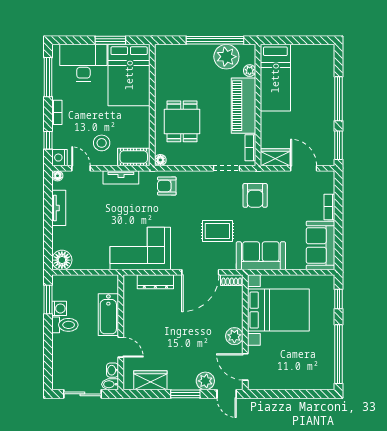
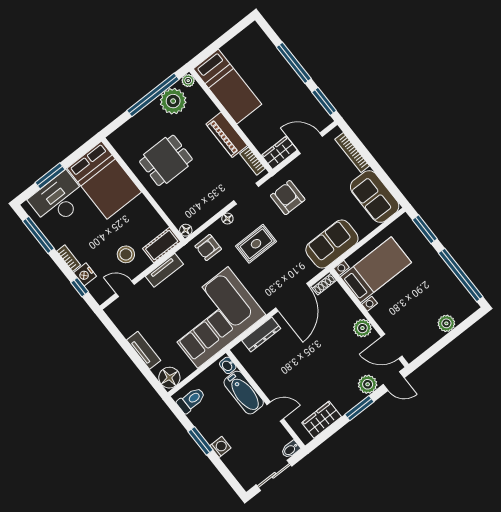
window: (110, 40) -> (50, 176), moved
plant: (250, 71) -> (188, 81), moved
piano: (244, 106) -> (227, 135), width x0.73, depth x0.75
dining table: (182, 121) -> (166, 160), moved, turned 90
nightstand: (60, 158) -> (85, 274), moved
floor lamp: (58, 176) -> (227, 219), moved
armchair: (255, 195) -> (288, 198), turned 180
bookcase: (329, 207) -> (352, 153), width x1.56
tv unit: (59, 208) -> (144, 350), moved
rug: (217, 231) -> (256, 244), moved
corner sofa: (140, 248) -> (213, 317), width x1.36, depth x1.36
window: (338, 299) -> (425, 229), width x1.50
window: (48, 300) -> (200, 441), moved
washing machine: (59, 308) -> (220, 447), moved
bed with nightstands: (278, 310) -> (376, 270), width x0.73
toilet: (65, 325) -> (191, 400), moved
washbasin: (112, 370) -> (228, 365), moved
plant: (300, 382) -> (446, 323), added

